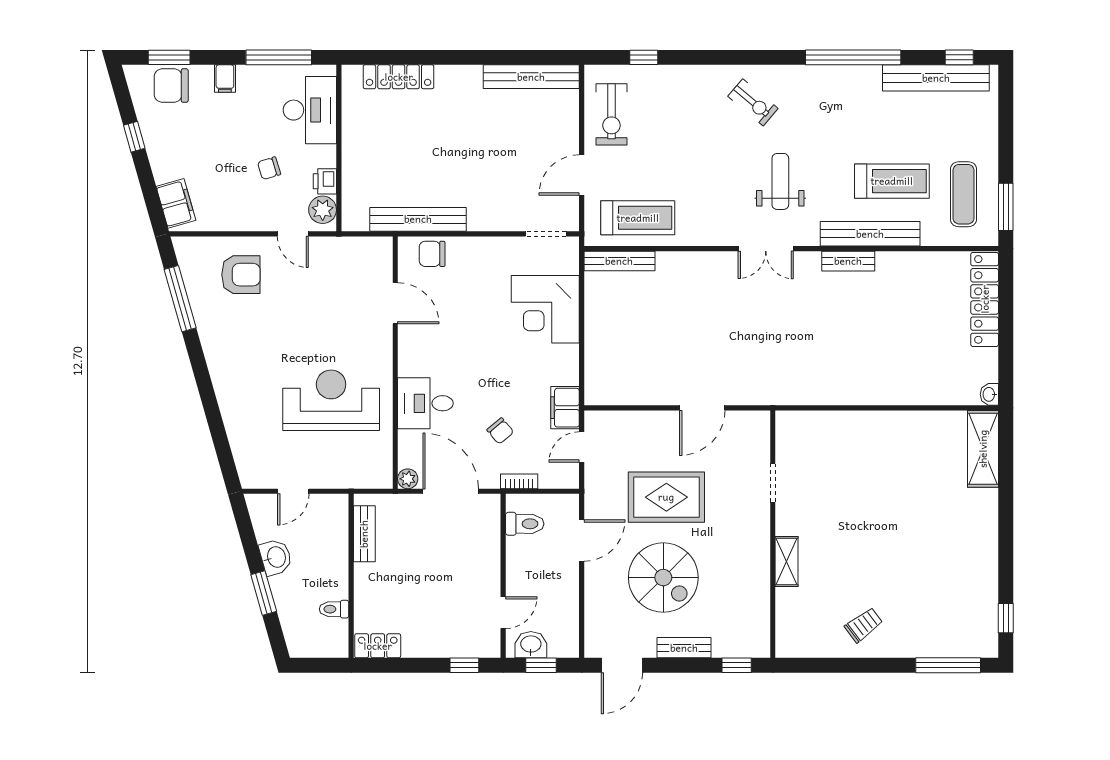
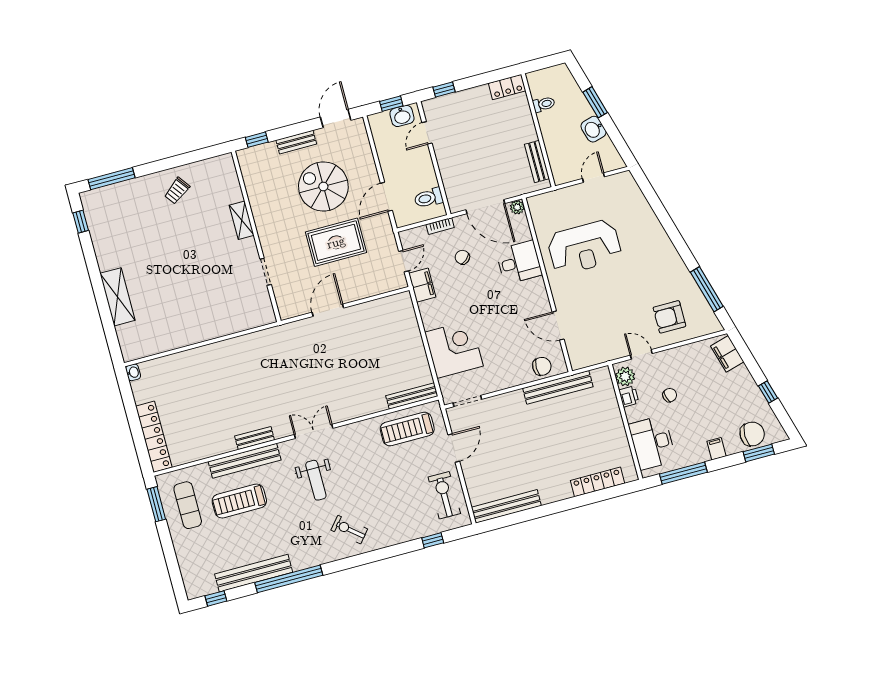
bench: (936, 78) -> (254, 573), moved
shelving: (983, 449) -> (118, 297), moved

